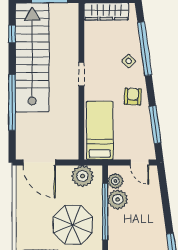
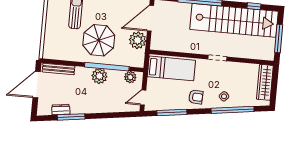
plant: (82, 176) -> (138, 40), moved
plant: (118, 199) -> (99, 76), moved

